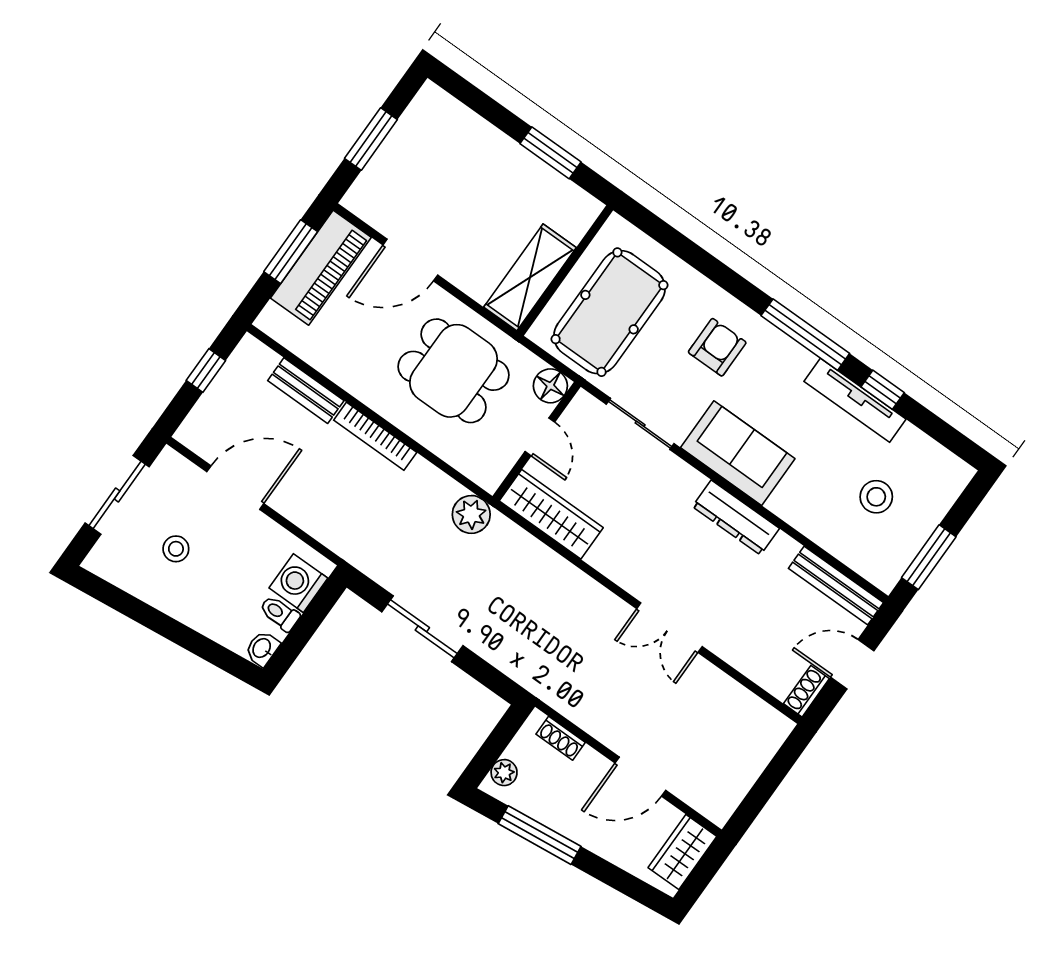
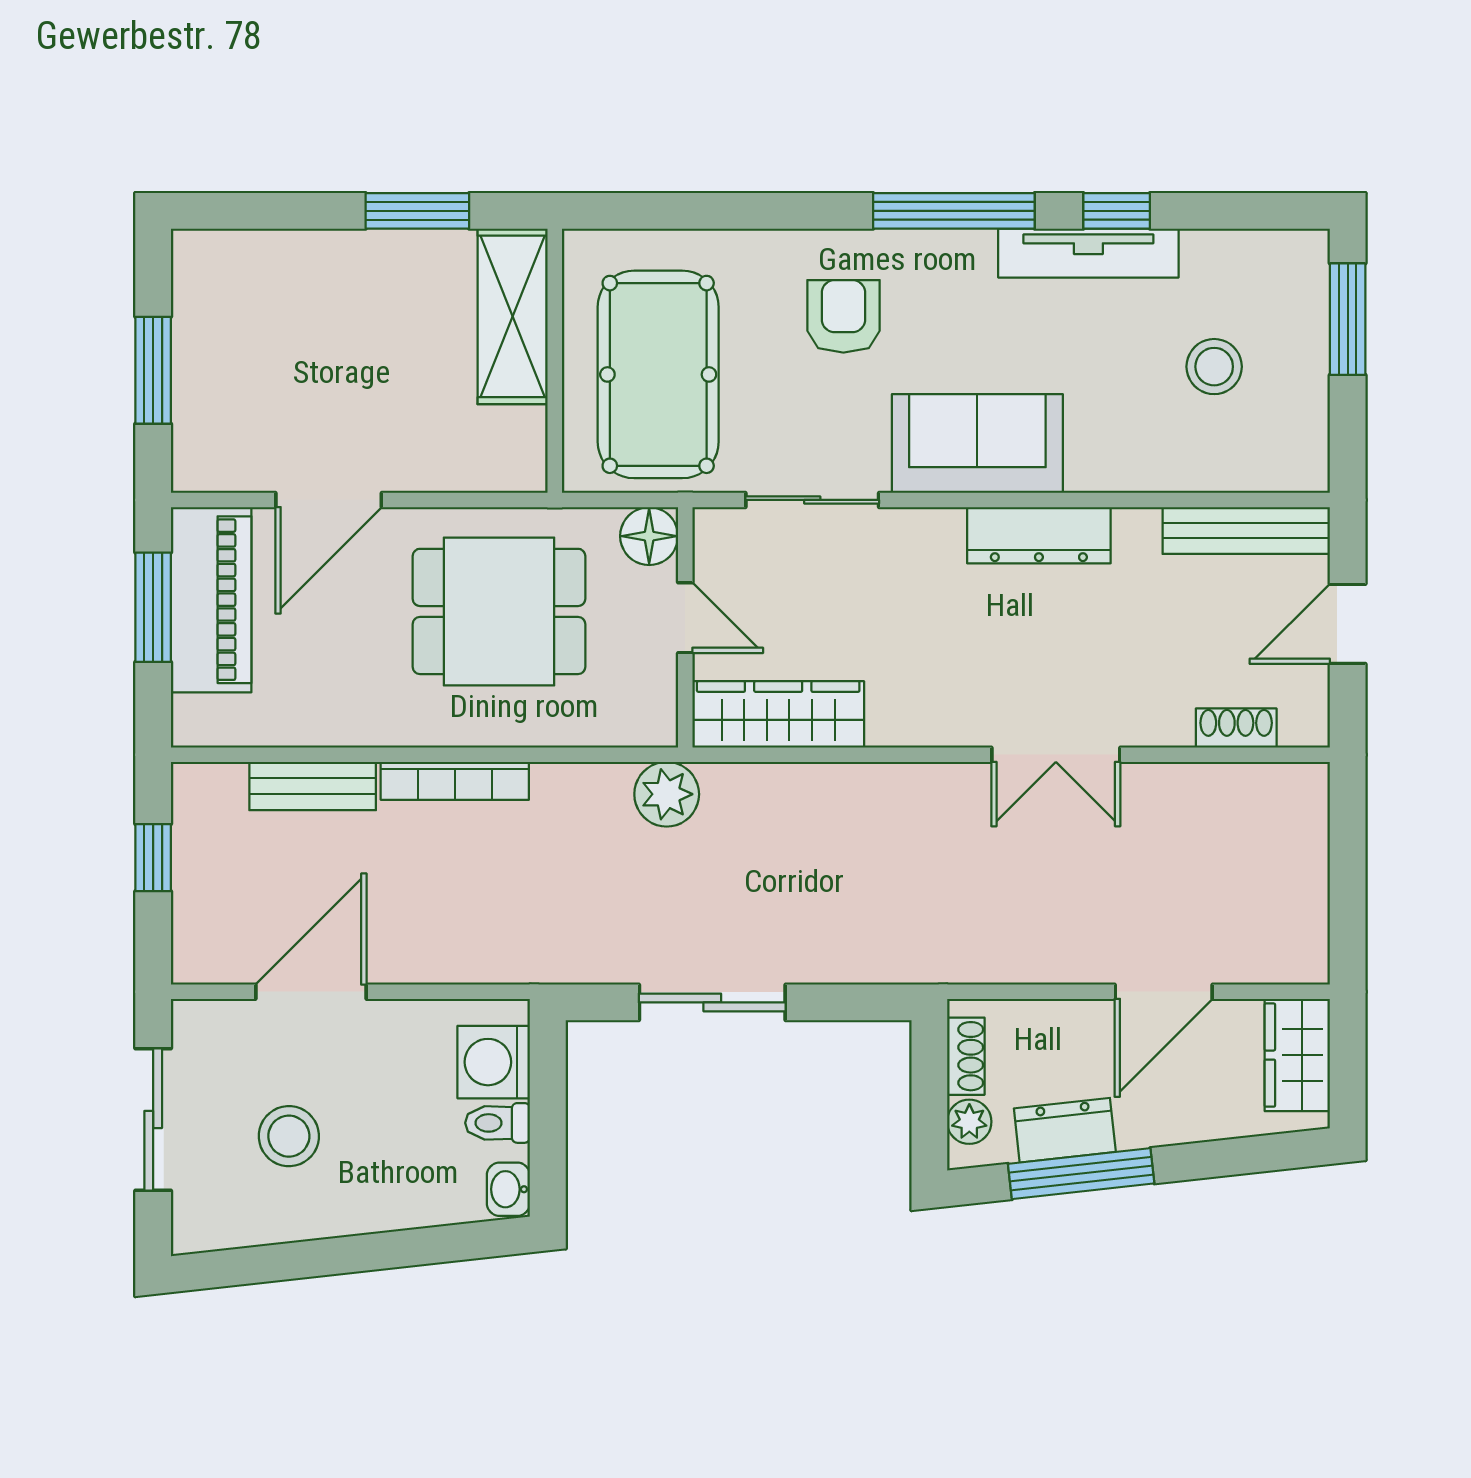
shelving: (530, 277) -> (513, 316), moved
stool: (176, 549) -> (289, 1136), width x1.37, depth x1.37
window: (929, 557) -> (1348, 319), moved
shoe rack: (806, 691) -> (1236, 728), moved, turned 90
shoe rack: (561, 738) -> (966, 1056), moved, turned -90
dresser: (547, 809) -> (1065, 1130), added

